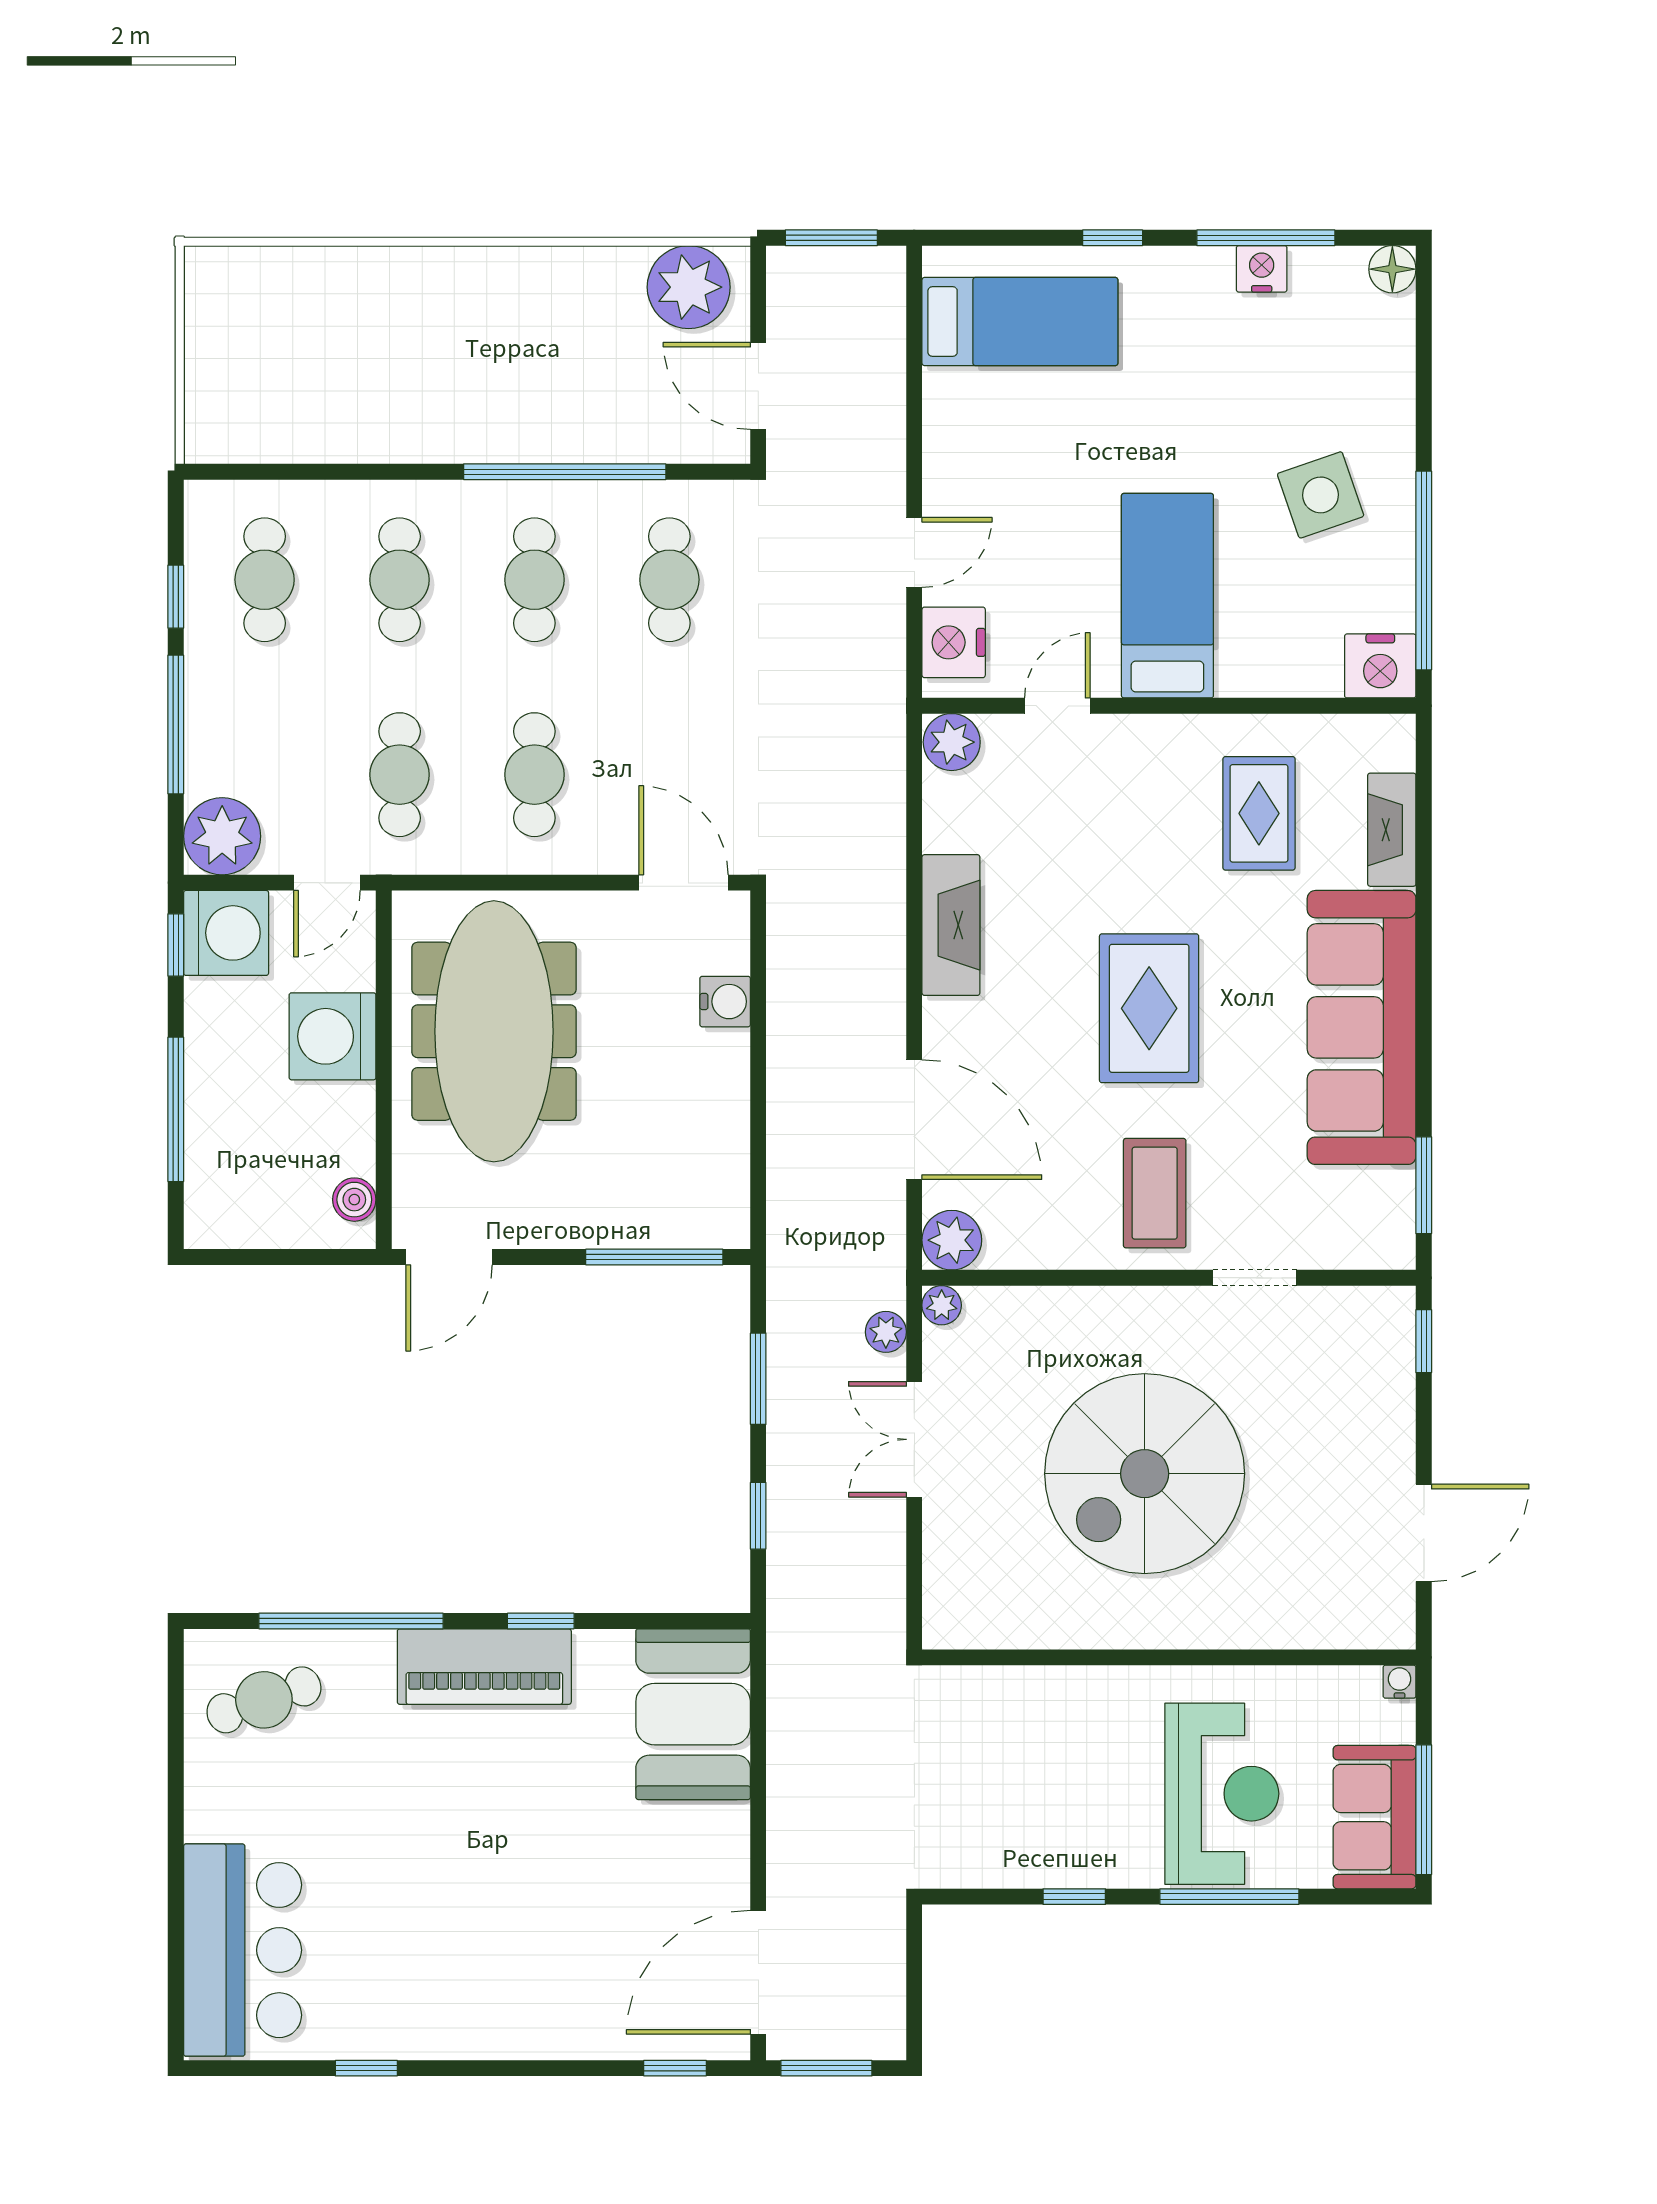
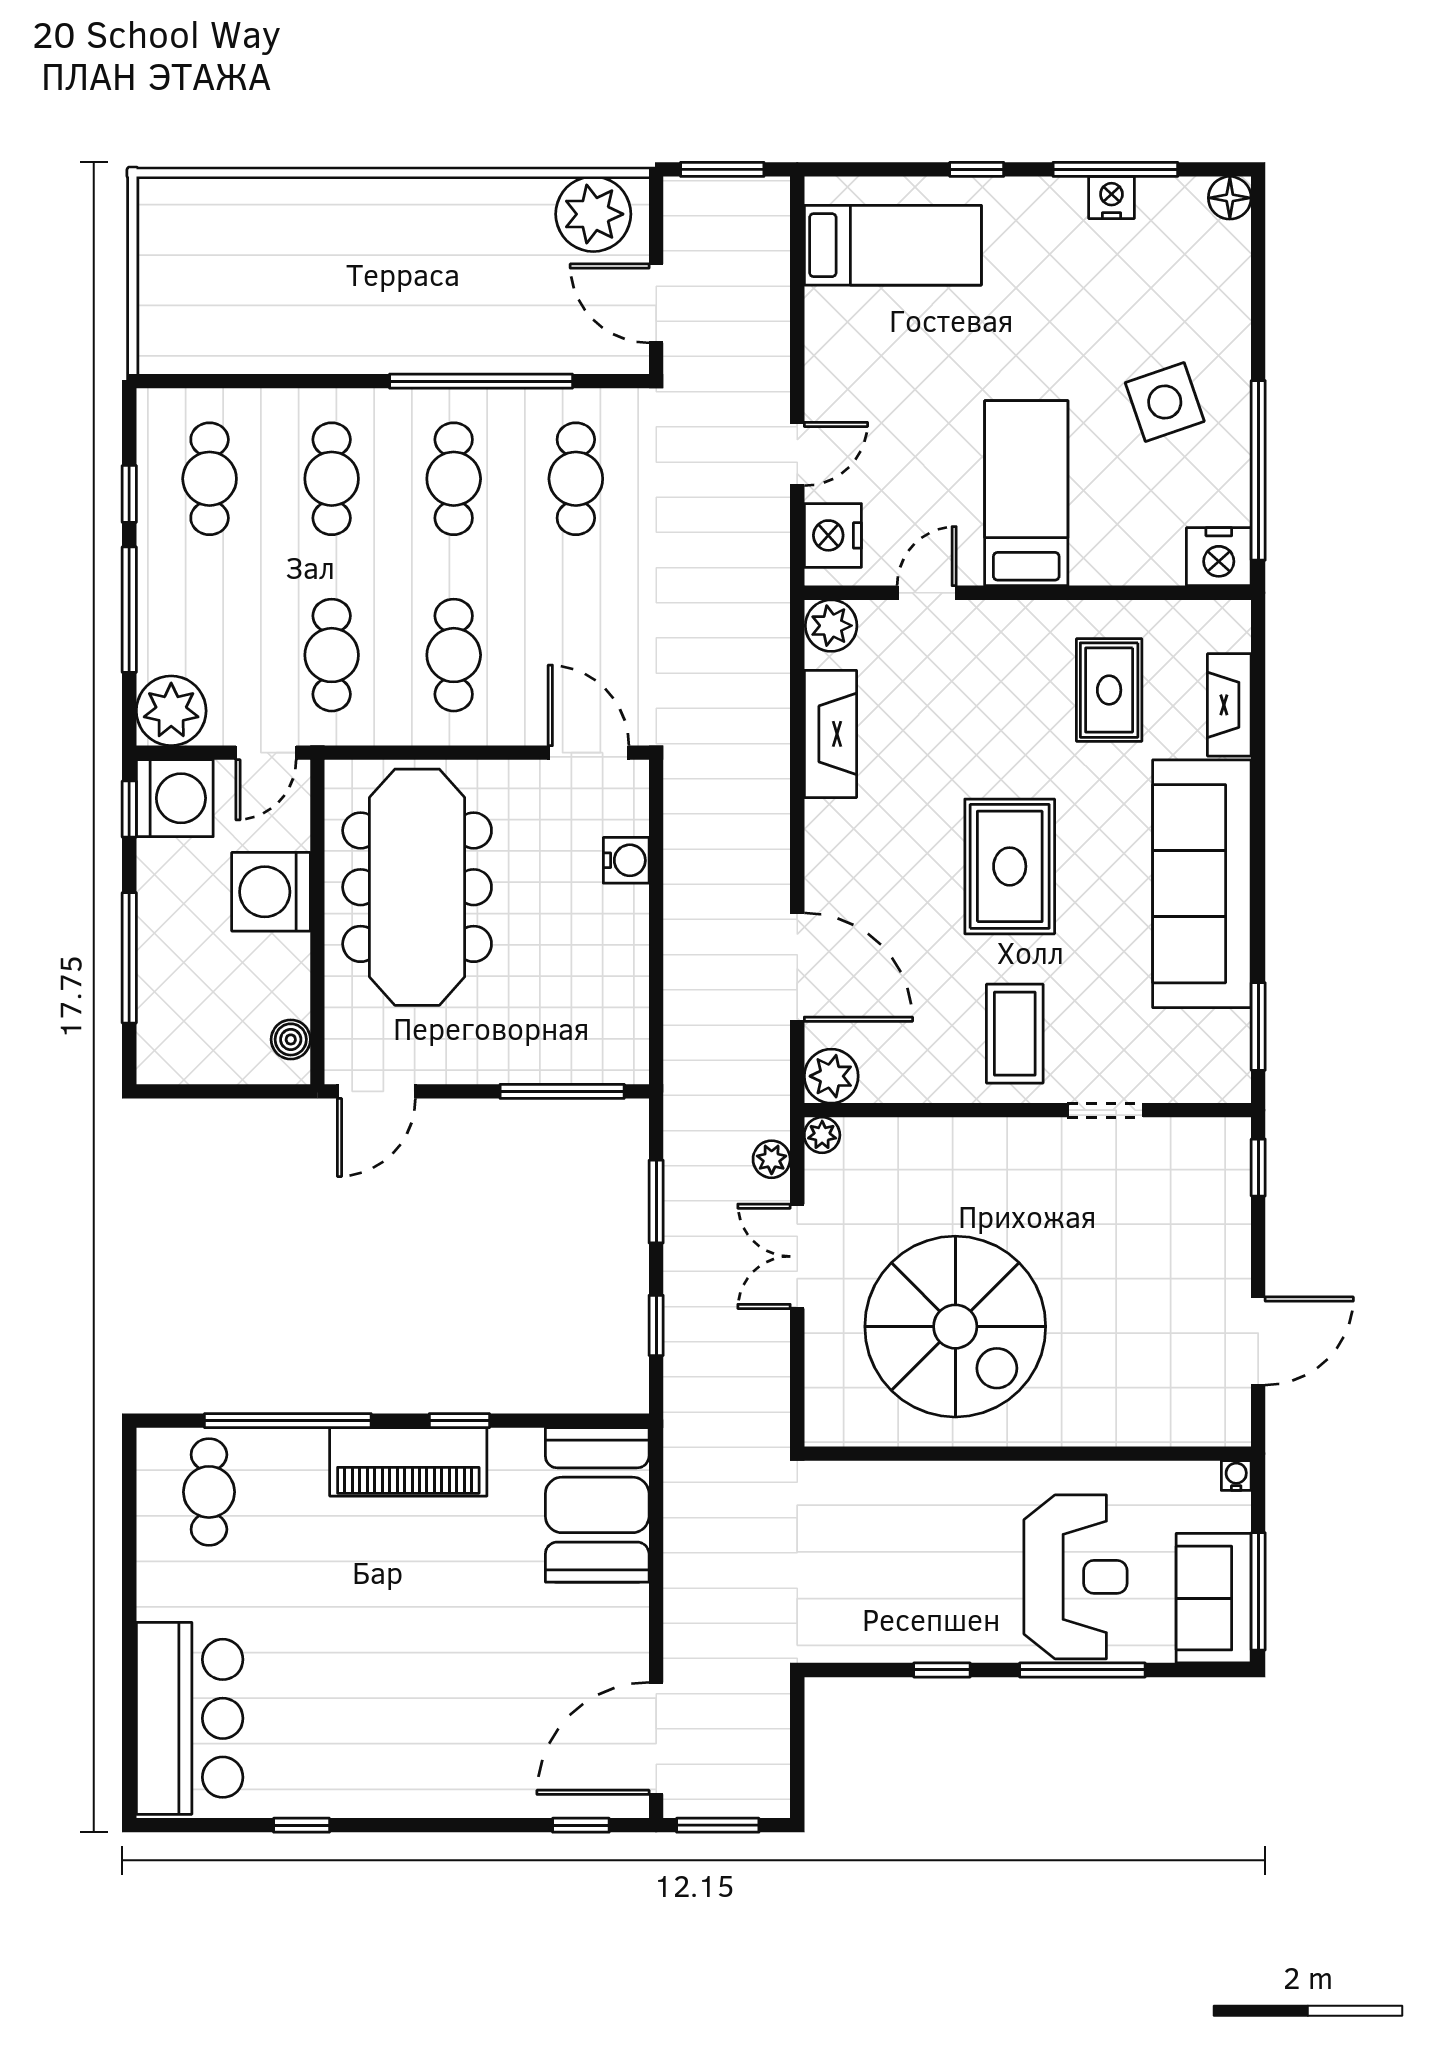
fireplace: (951, 925) -> (830, 734), moved
spiral stairs: (1145, 1474) -> (955, 1327), moved, turned -90
cafe table: (264, 1700) -> (209, 1492), turned -71

